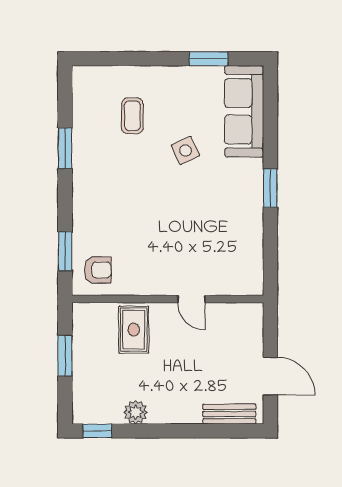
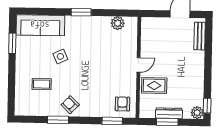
armchair: (94, 171) -> (70, 105), added
plant: (251, 258) -> (118, 23), added
door: (191, 299) -> (138, 65), moved
dresser: (82, 359) -> (169, 113), added
plant: (136, 412) -> (197, 113), moved

